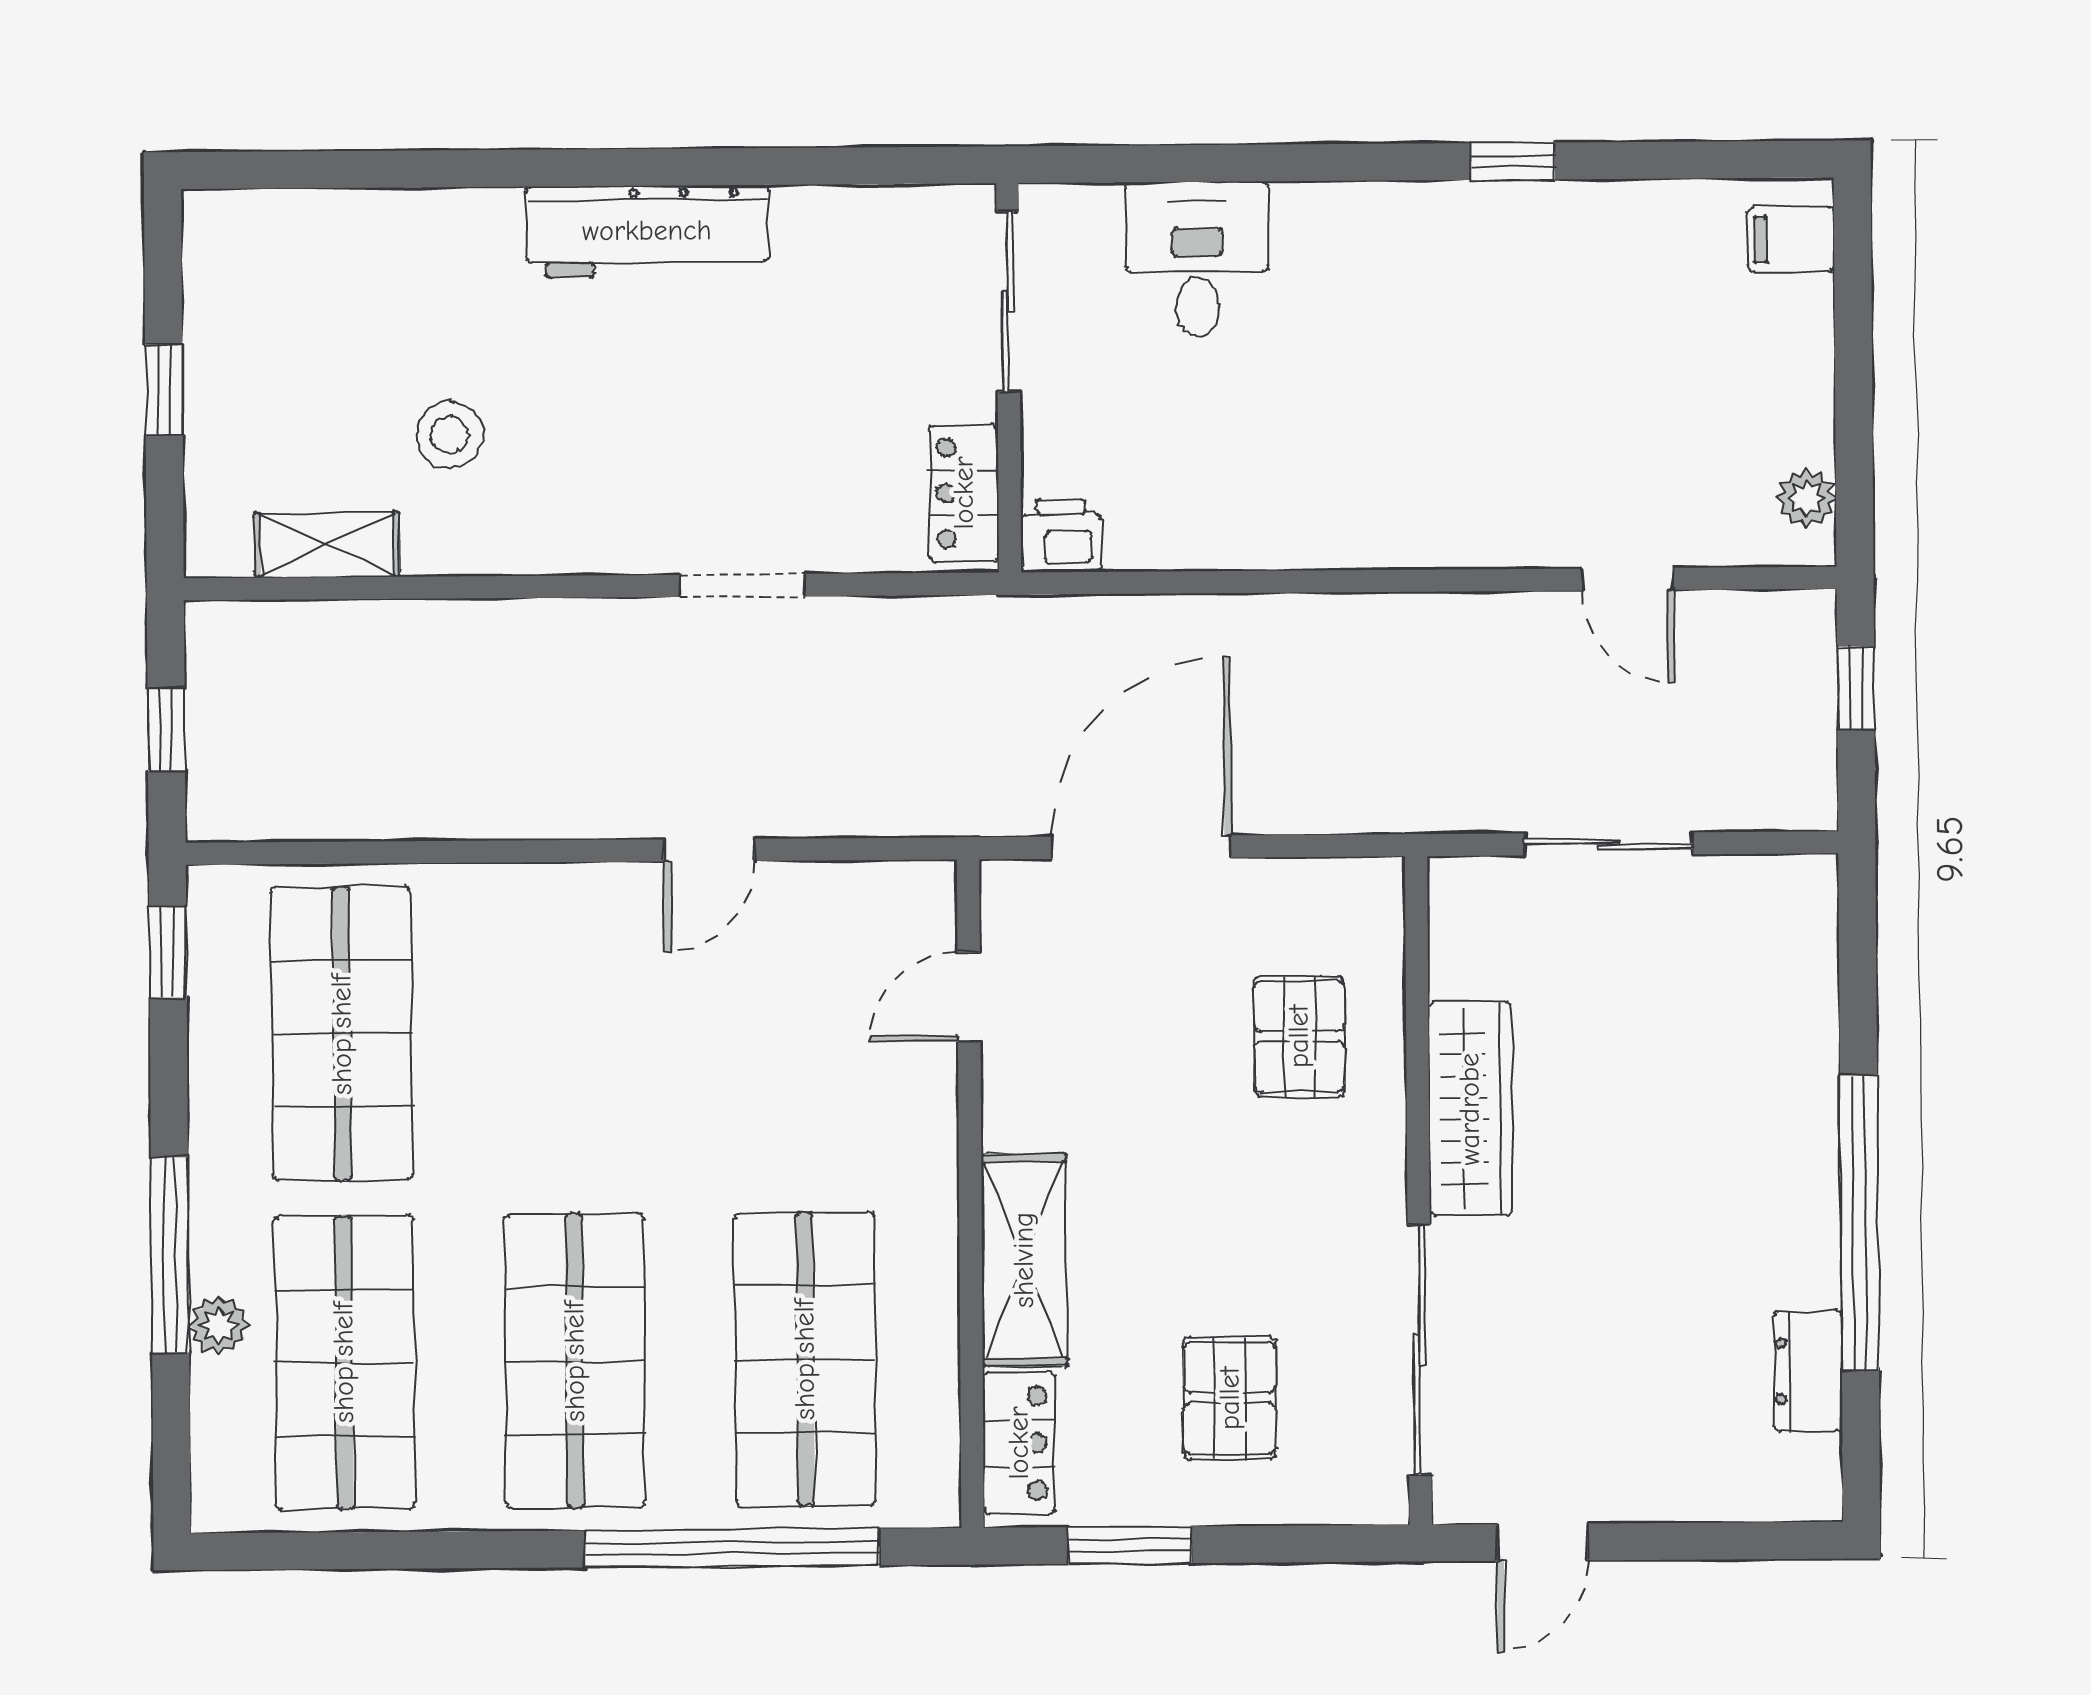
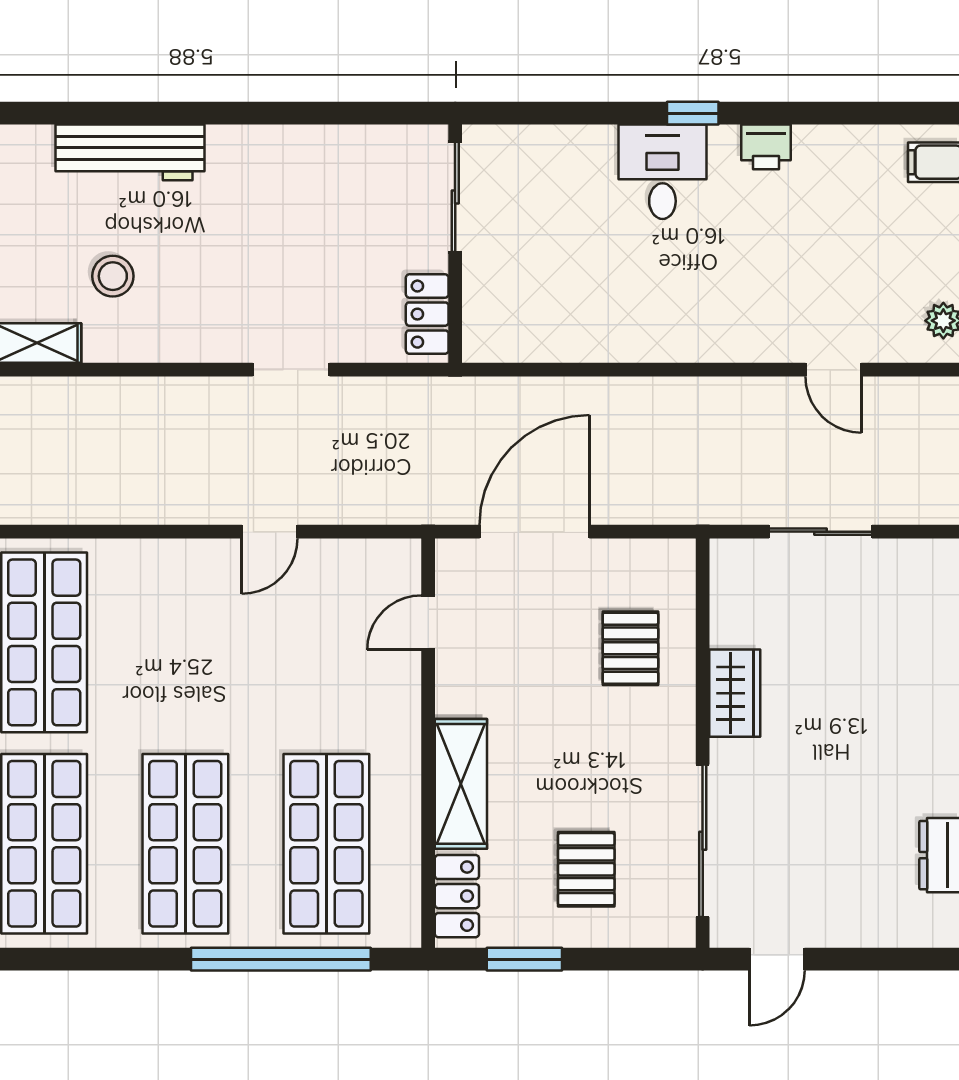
window: (1513, 161) -> (693, 113), moved
workbench: (647, 231) -> (130, 152), moved
desk: (1197, 259) -> (662, 172), moved
printer: (1061, 536) -> (766, 147), moved, turned 180
wardrobe: (1470, 1109) -> (735, 693), width x0.67

